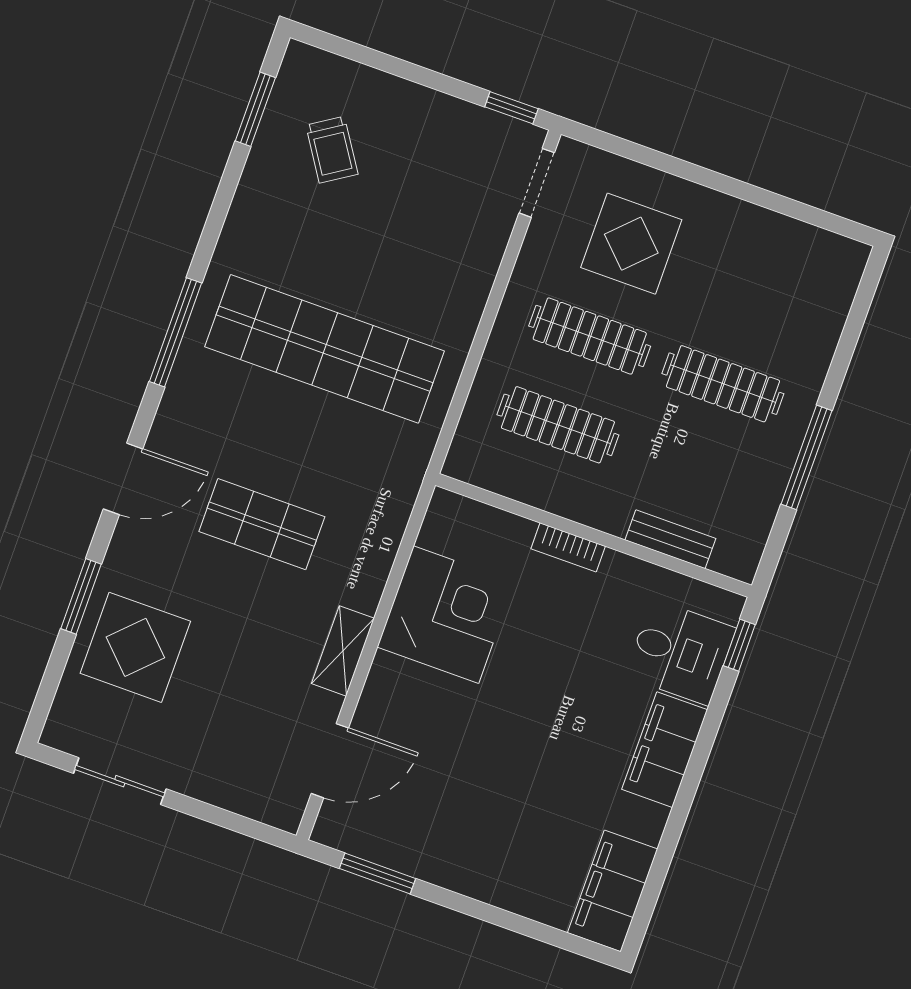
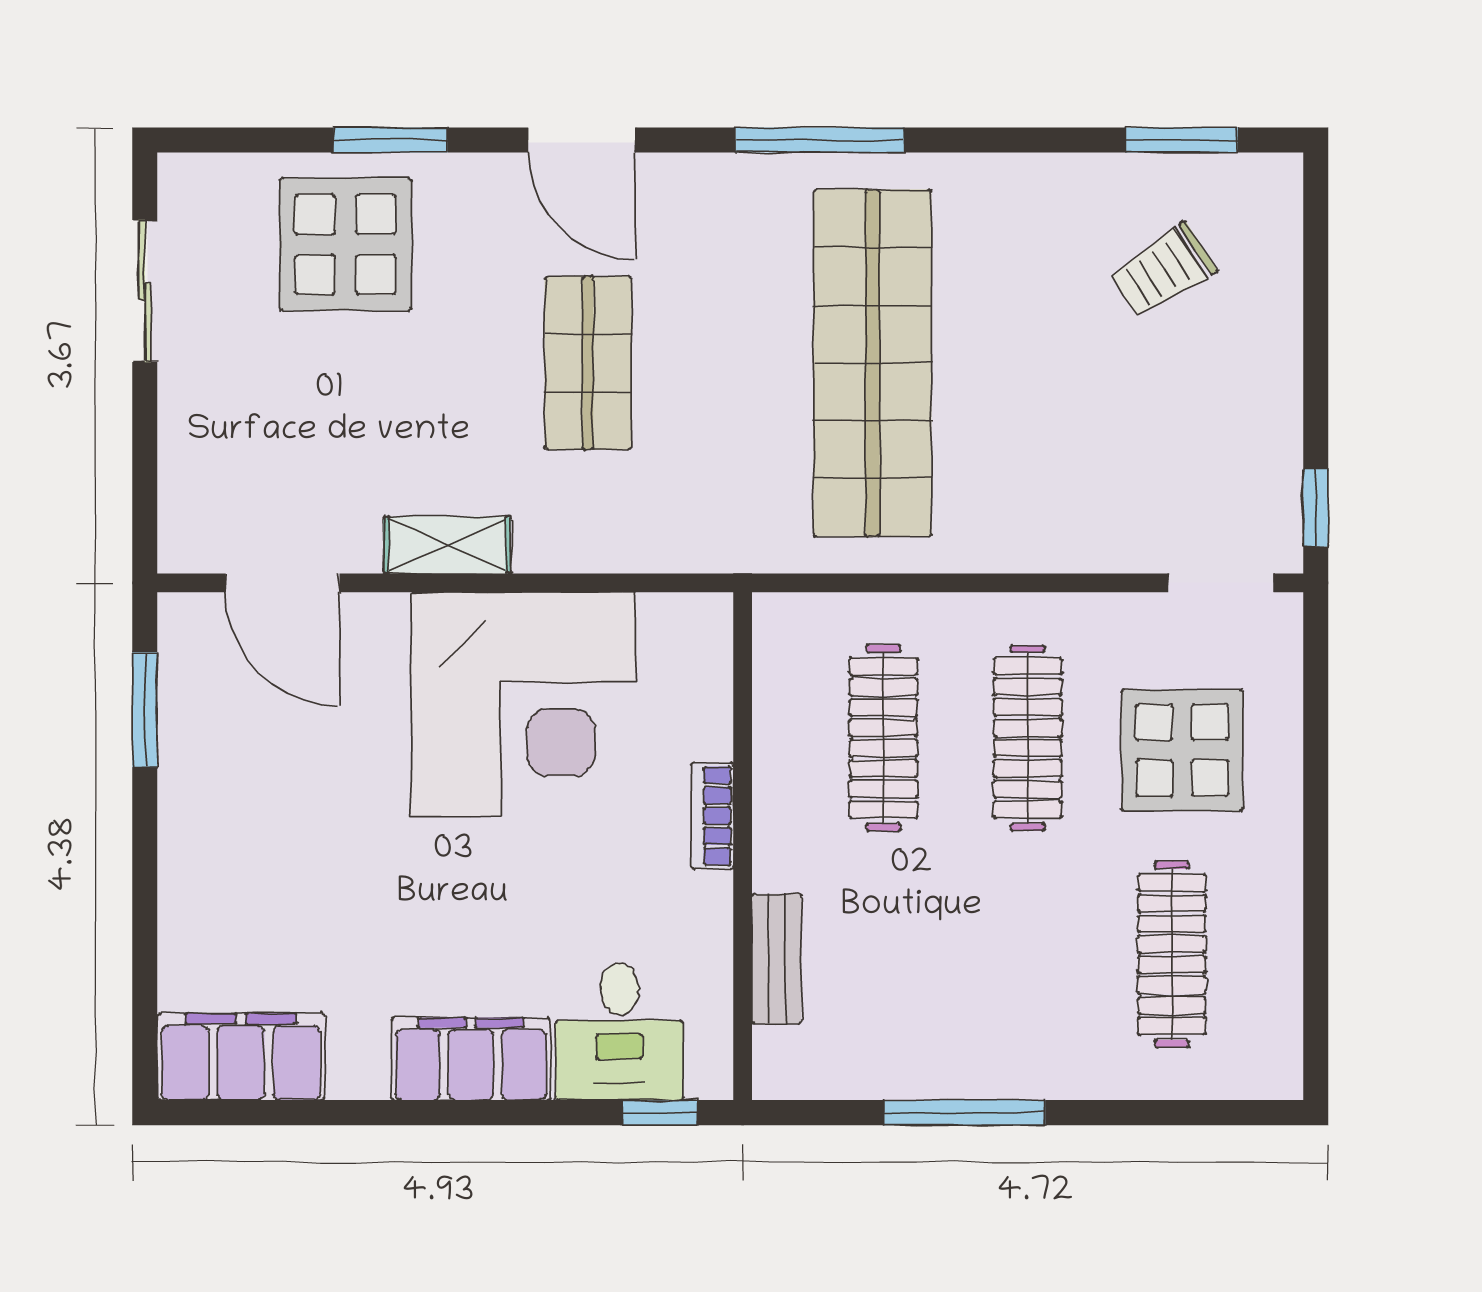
clothes rail: (723, 384) -> (1172, 954), moved
corner desk: (446, 615) -> (523, 704), width x1.36, depth x1.36

